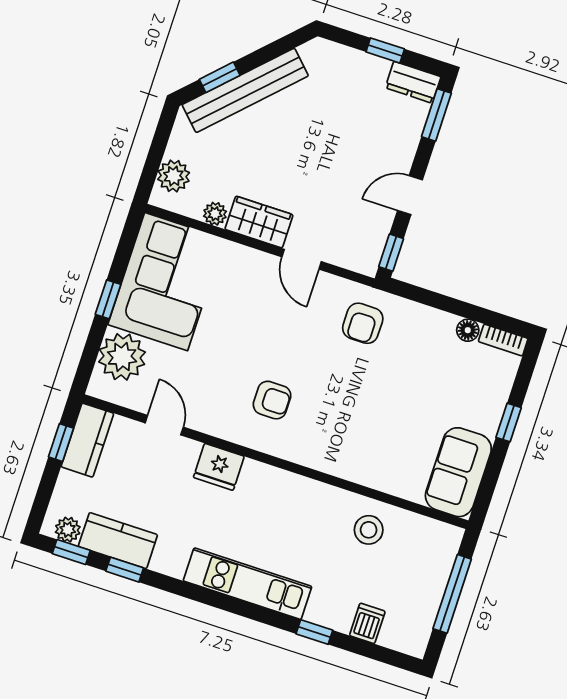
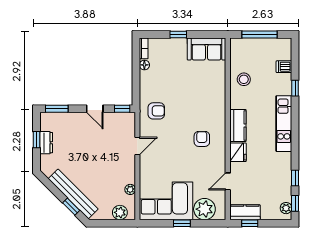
dresser: (413, 82) -> (46, 143), moved
wardrobe: (259, 222) -> (128, 170), removed
kitchen counter: (118, 541) -> (238, 125), moved, turned 180

